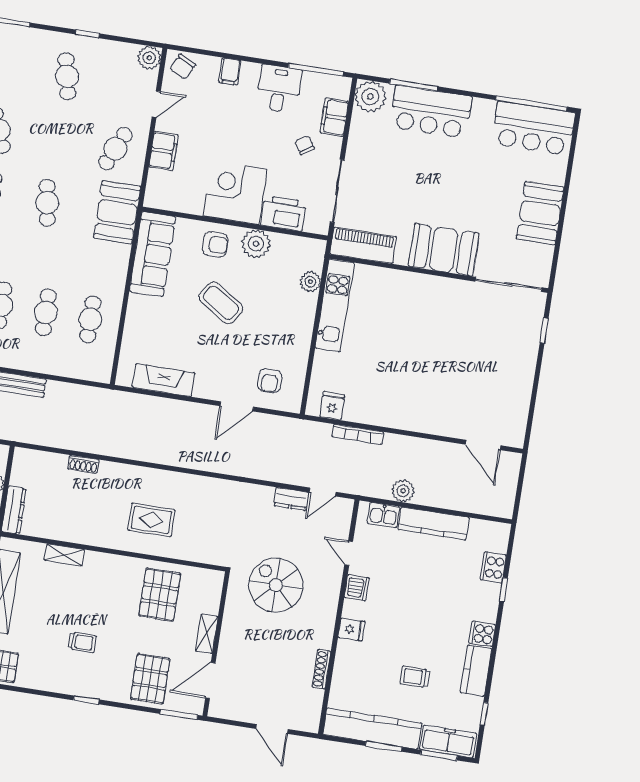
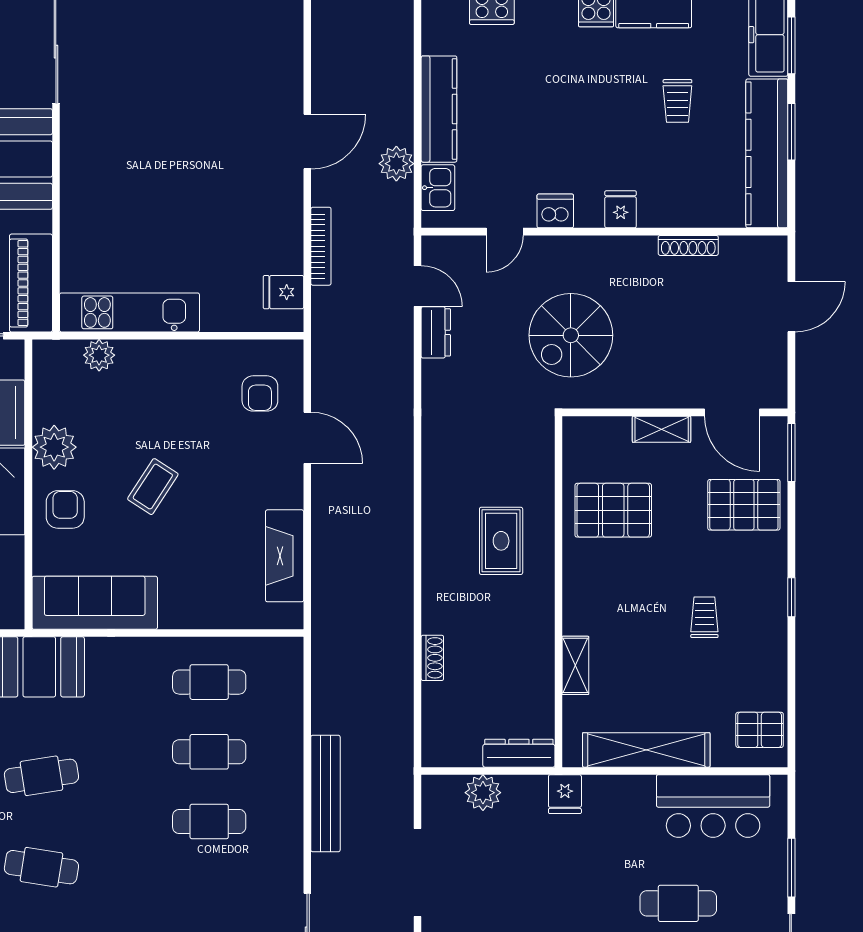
coffee table: (221, 303) -> (153, 487), width x0.73, depth x0.77
armchair: (270, 381) -> (260, 393), turned 90
door: (483, 445) -> (307, 142), moved

